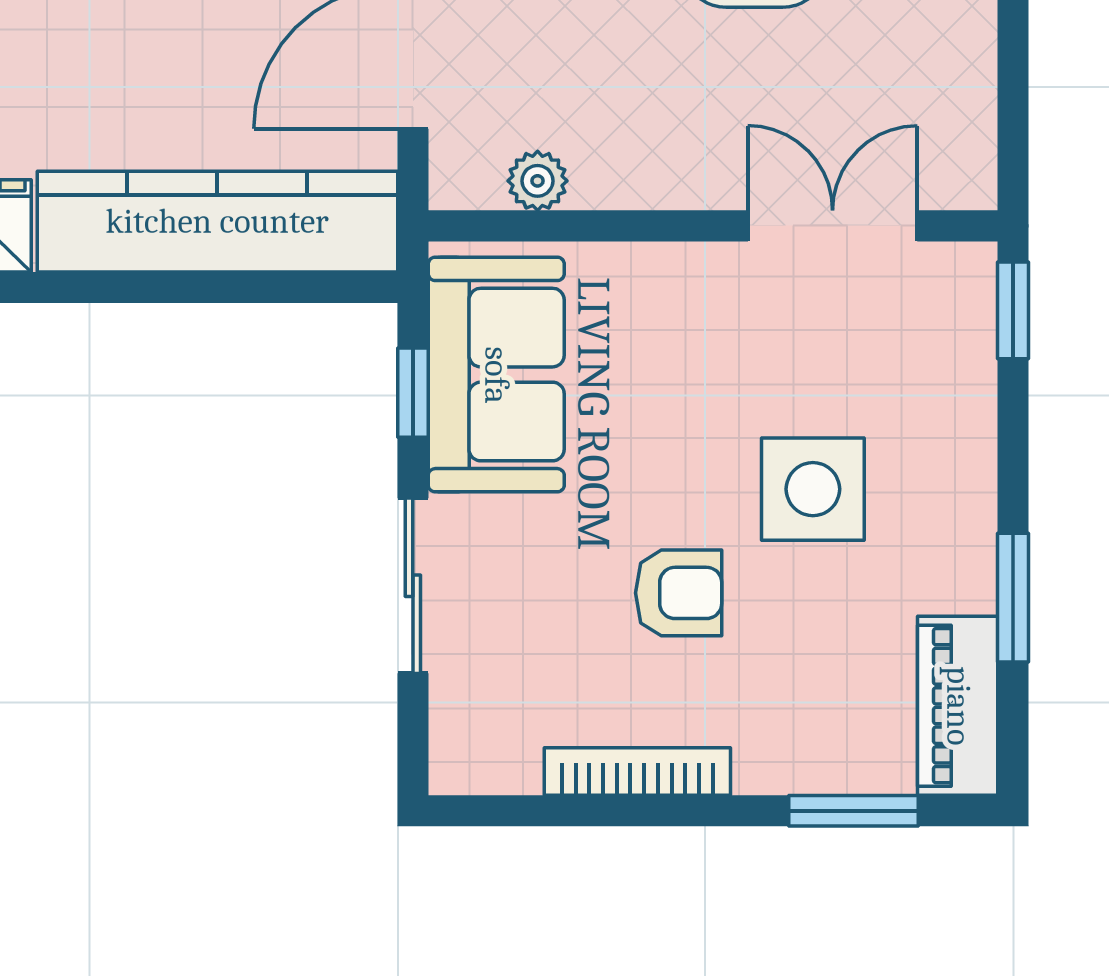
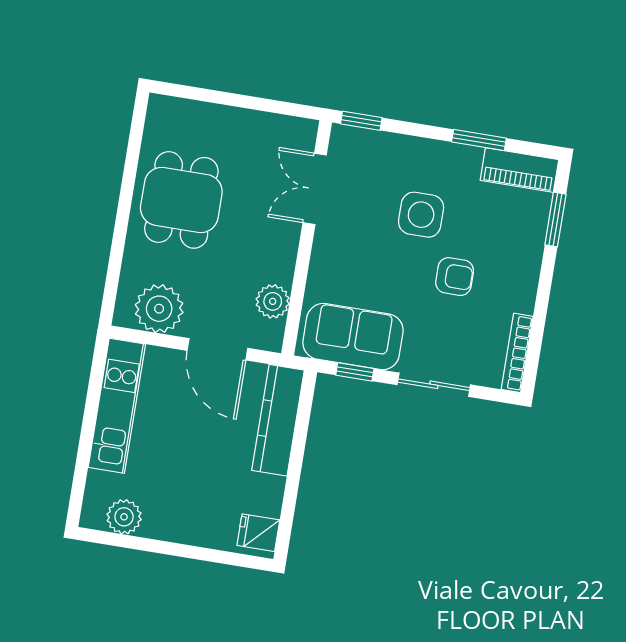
plant: (538, 181) -> (273, 301), width x1.38, depth x1.38
kitchen counter: (217, 222) -> (278, 420), width x0.72, depth x0.86
armchair: (679, 593) -> (455, 277), turned 90
bookcase: (637, 771) -> (517, 353), moved

